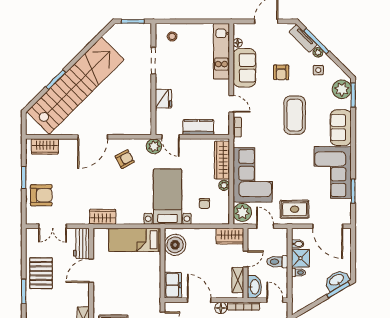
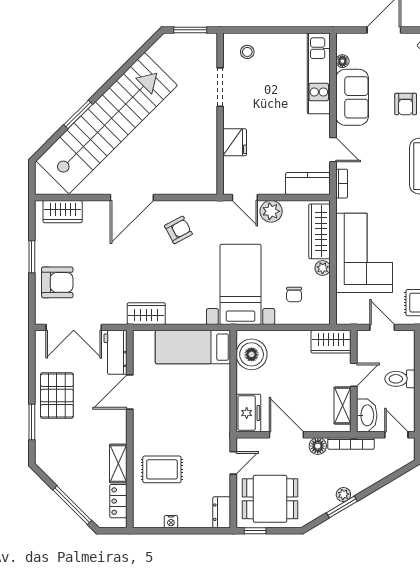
kitchen counter: (198, 127) -> (308, 184), moved
plant: (154, 146) -> (271, 211), moved
plant: (242, 212) -> (349, 307), removed
double door: (53, 226) -> (74, 327), width x1.37

